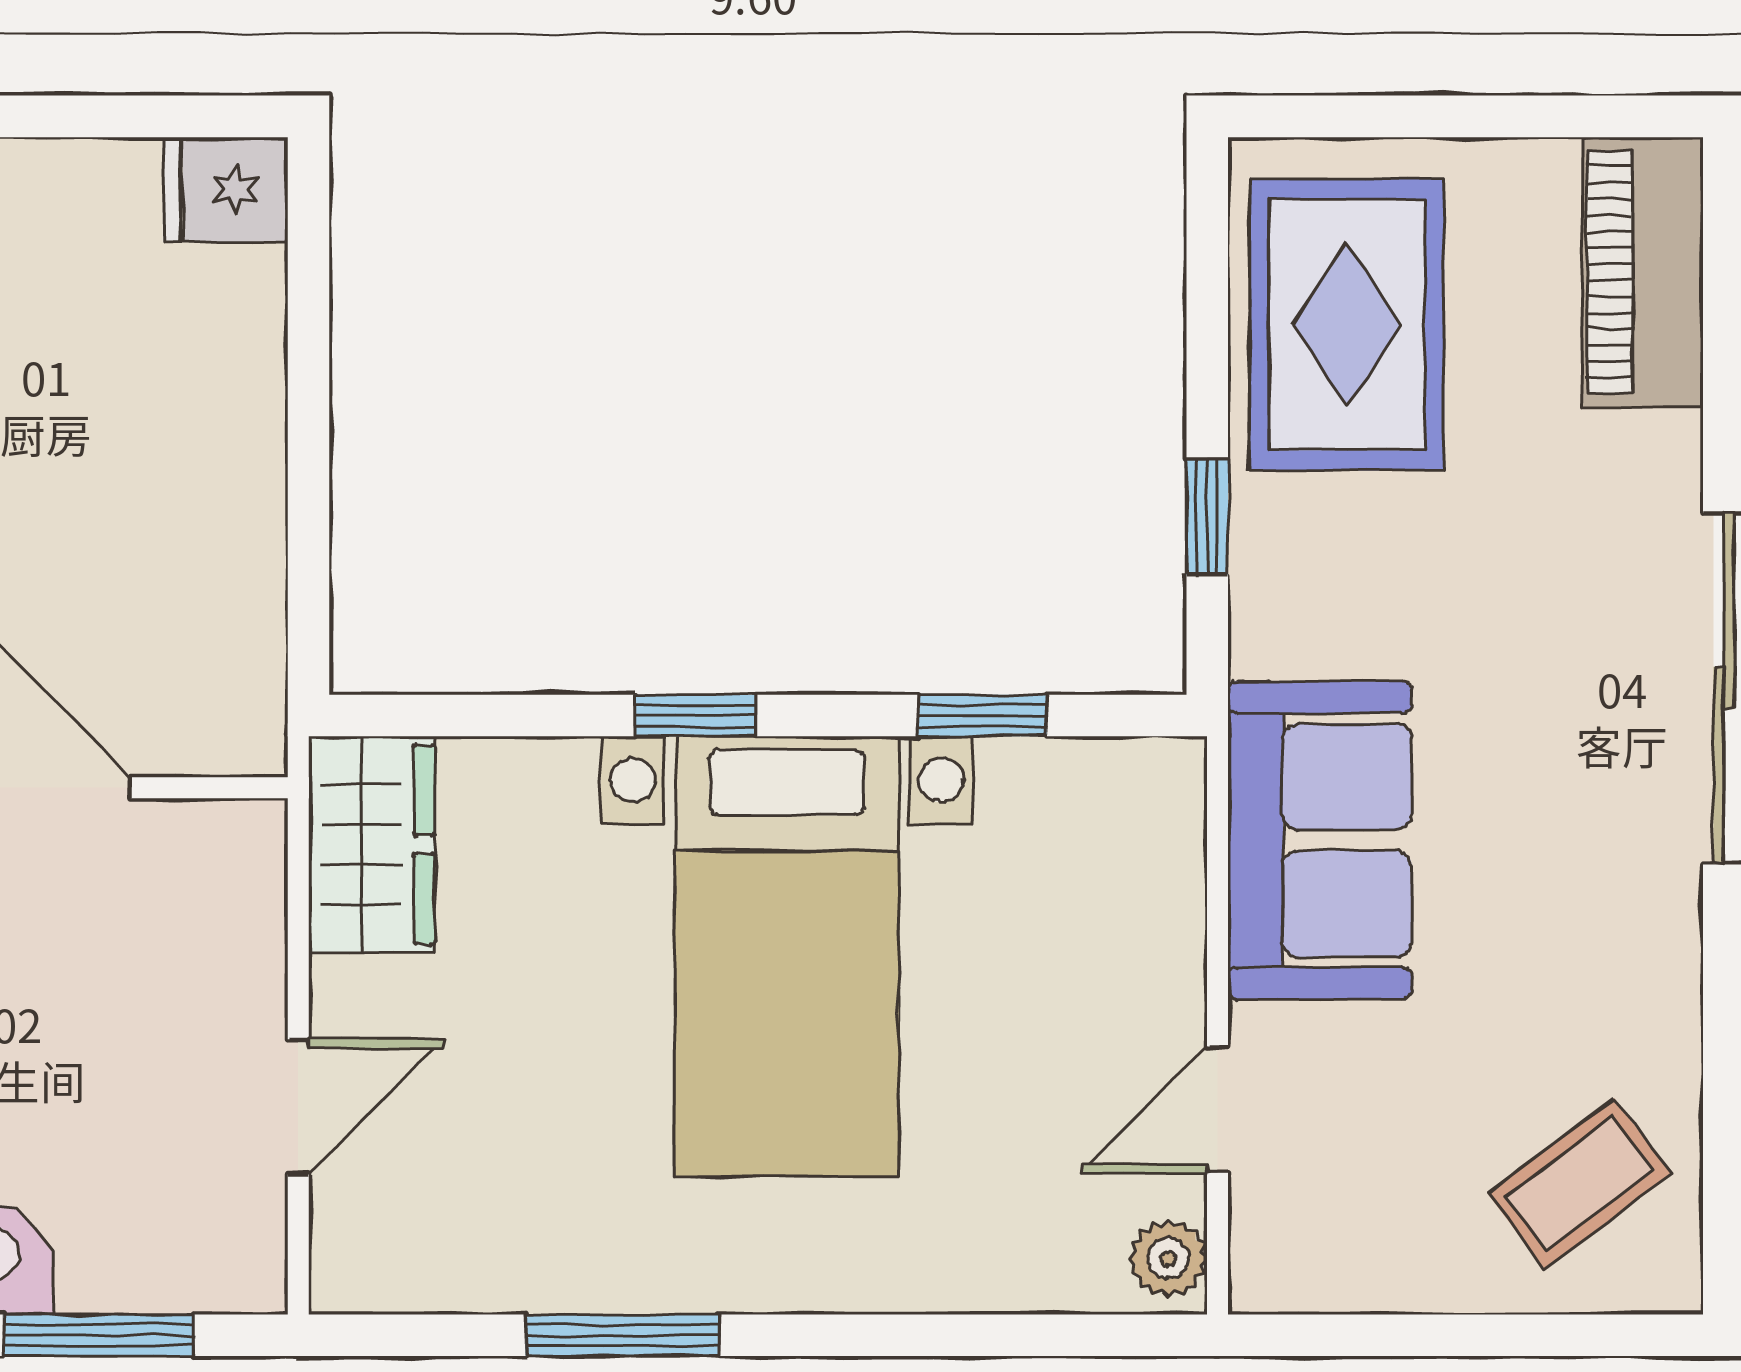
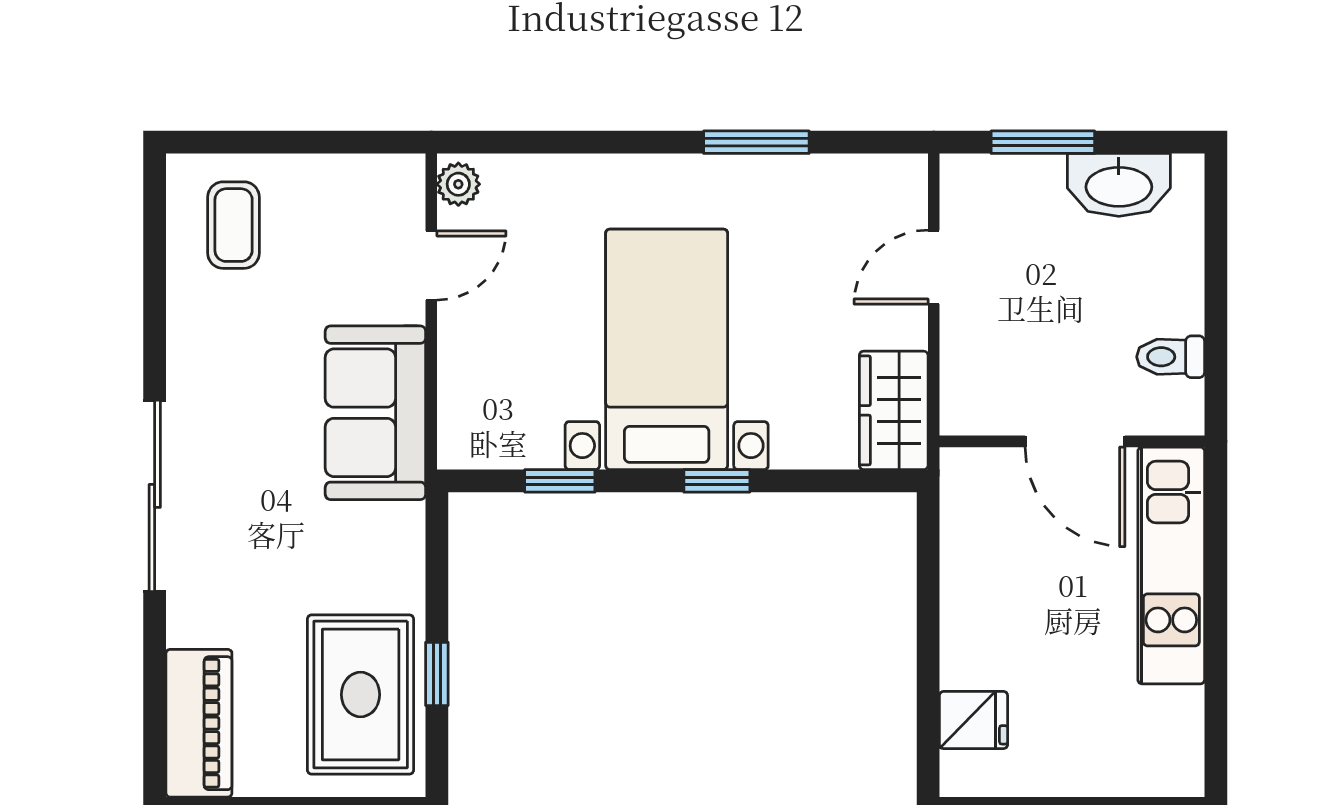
fridge: (225, 189) -> (973, 720), moved
window: (1207, 517) -> (437, 674), moved
coffee table: (1579, 1184) -> (234, 225), turned -53

